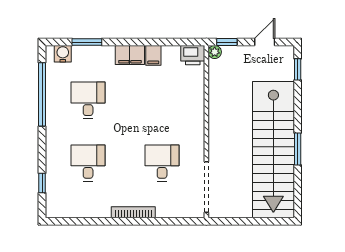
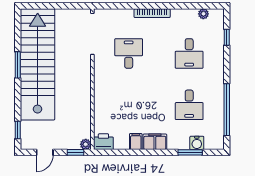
water cooler: (63, 54) -> (197, 143), moved
desk: (162, 163) -> (129, 53), turned 180
plant: (71, 211) -> (203, 14), added

